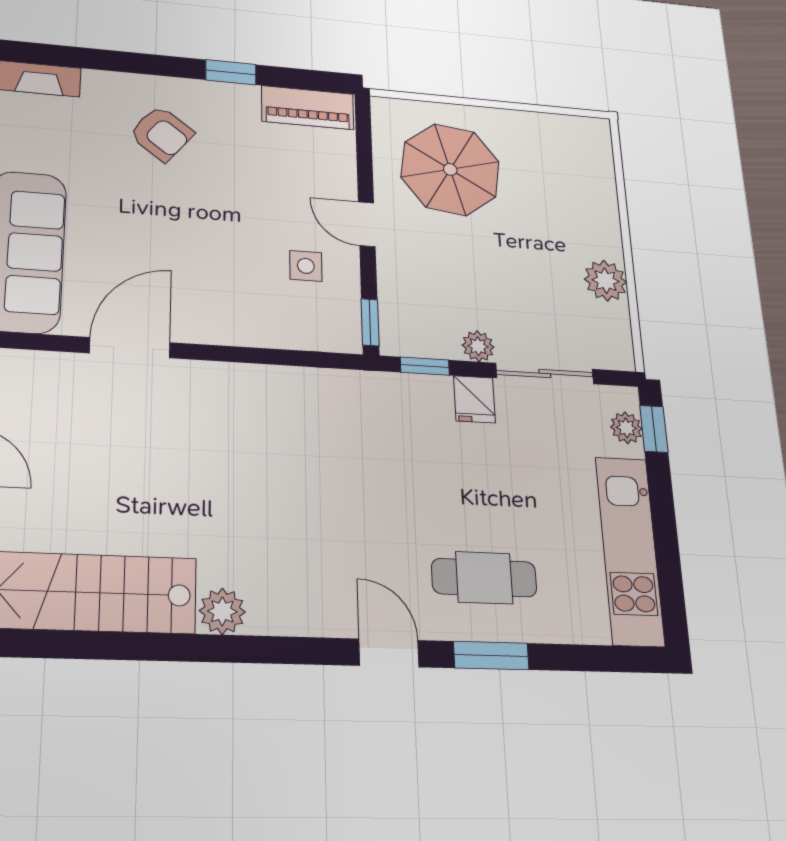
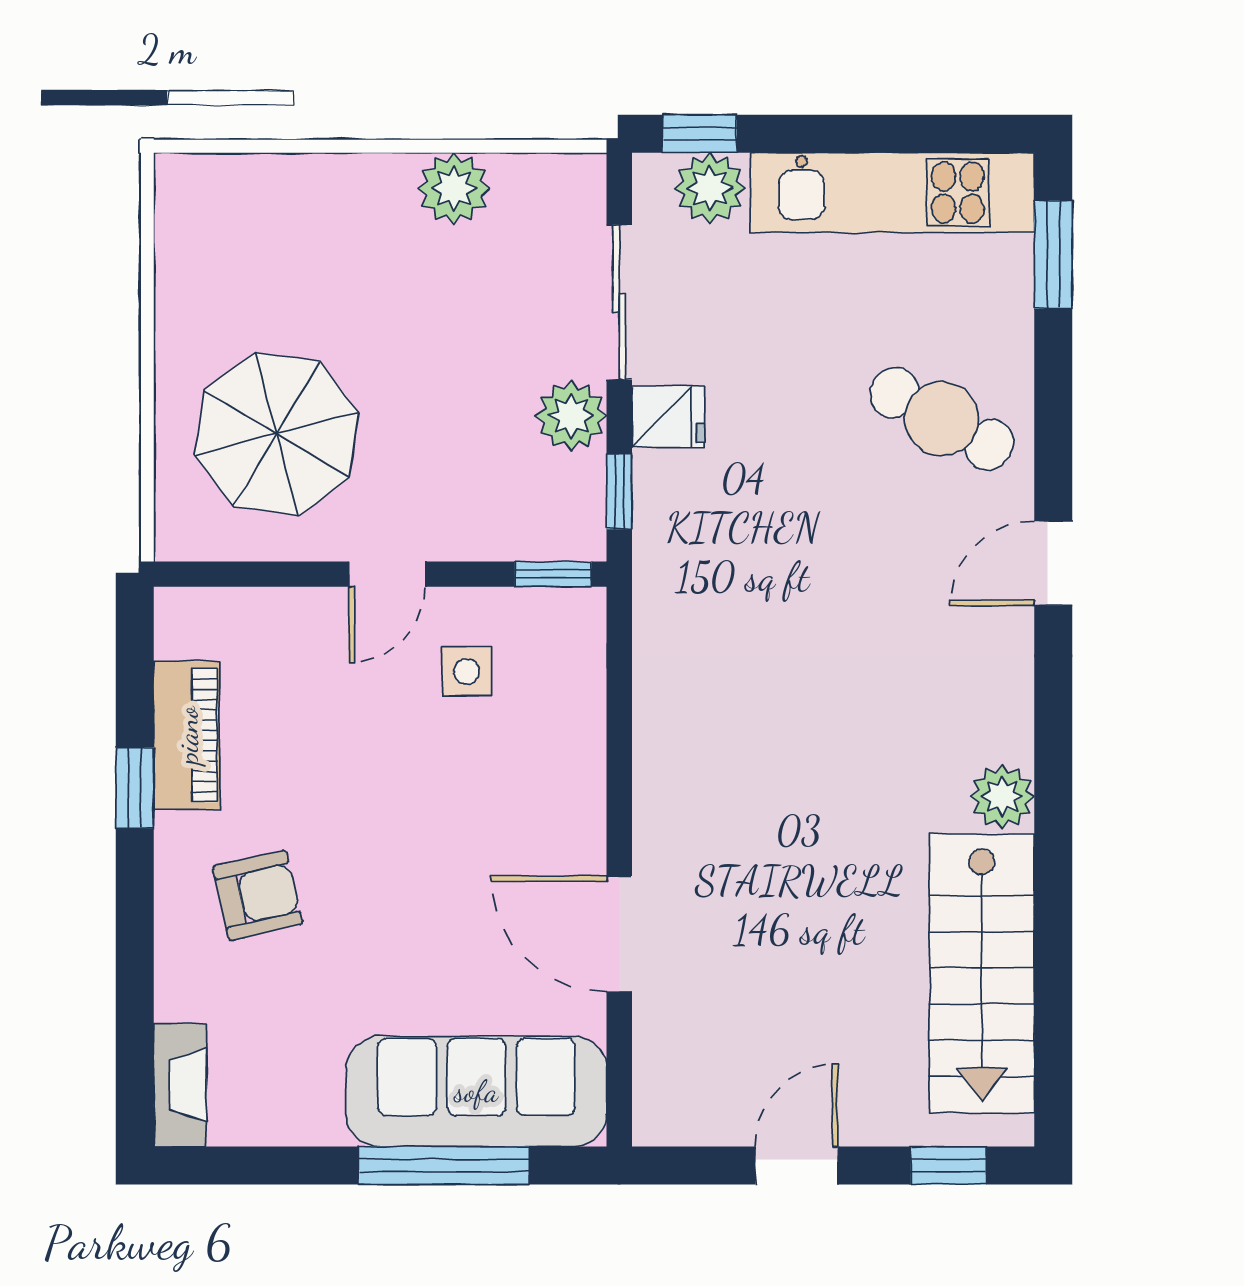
piano: (308, 108) -> (187, 735), moved
armchair: (162, 133) -> (258, 895), turned 39
plant: (478, 346) -> (571, 416), width x1.38, depth x1.38
plant: (626, 428) -> (710, 188), width x1.38, depth x1.38
cafe table: (484, 578) -> (942, 419), turned -61
window: (491, 656) -> (1053, 254), moved

